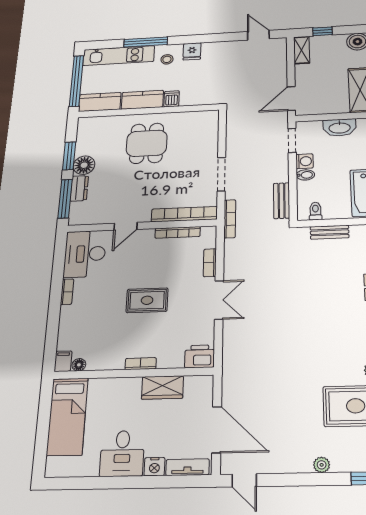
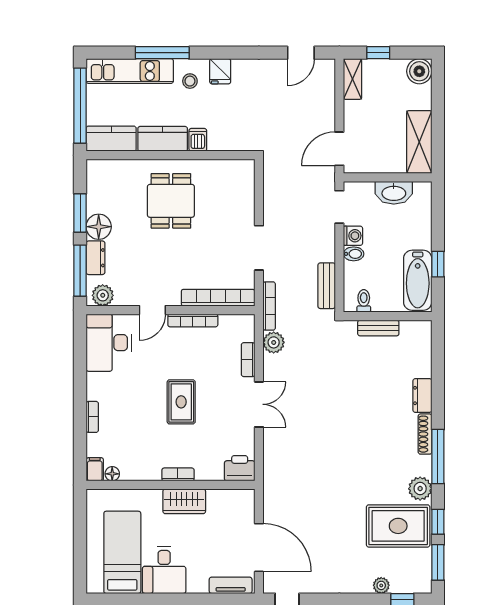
door: (258, 35) -> (301, 53), swing flipped
plant: (83, 217) -> (103, 295), added
bookcase: (178, 232) -> (193, 320), moved
plant: (233, 248) -> (274, 342), added
bookcase: (67, 292) -> (92, 417), moved
rug: (147, 300) -> (181, 402), turned 90
wardrobe: (162, 387) -> (184, 501), moved
bed: (67, 416) -> (122, 552), moved, turned 180
plant: (322, 465) -> (381, 585), moved
nightstand: (154, 467) -> (198, 584), removed

